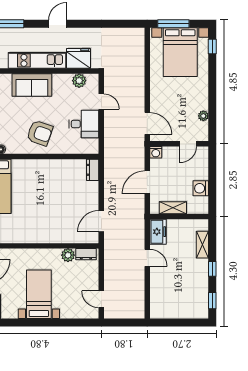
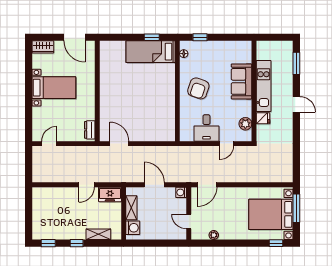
fridge: (79, 58) -> (263, 118), width x0.53, depth x0.75
dresser: (93, 170) -> (165, 136), removed
washing machine: (201, 188) -> (133, 228), moved, turned 90
plant: (68, 255) -> (89, 114), removed

